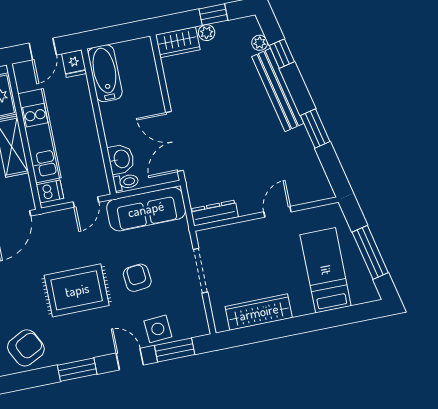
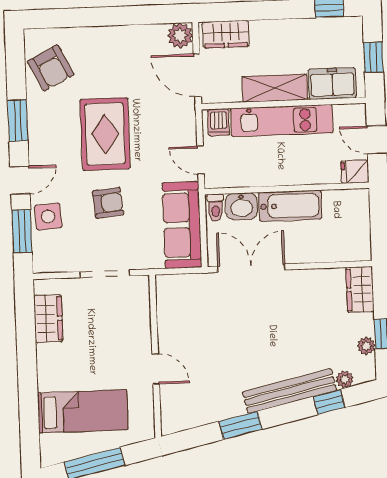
plant: (207, 33) -> (366, 346), moved
bathtub: (105, 73) -> (290, 206), moved
dresser: (214, 213) -> (166, 299), removed
wardrobe: (259, 312) -> (48, 319), width x0.67

